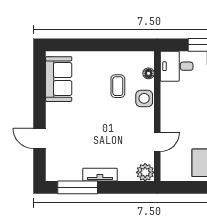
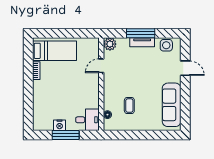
sofa: (59, 79) -> (172, 105), width x1.36
side table: (144, 98) -> (166, 45), moved
window: (78, 187) -> (141, 33), moved

